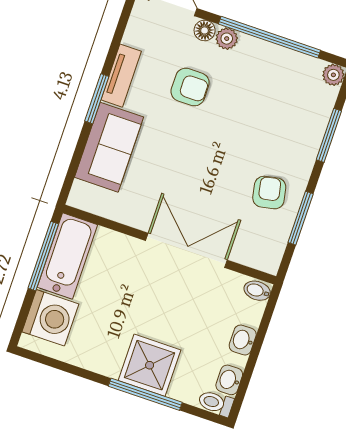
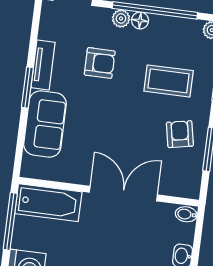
floor lamp: (205, 30) -> (140, 20), moved
coffee table: (269, 126) -> (169, 81), added
bathtub: (67, 256) -> (48, 203), moved, turned 90

